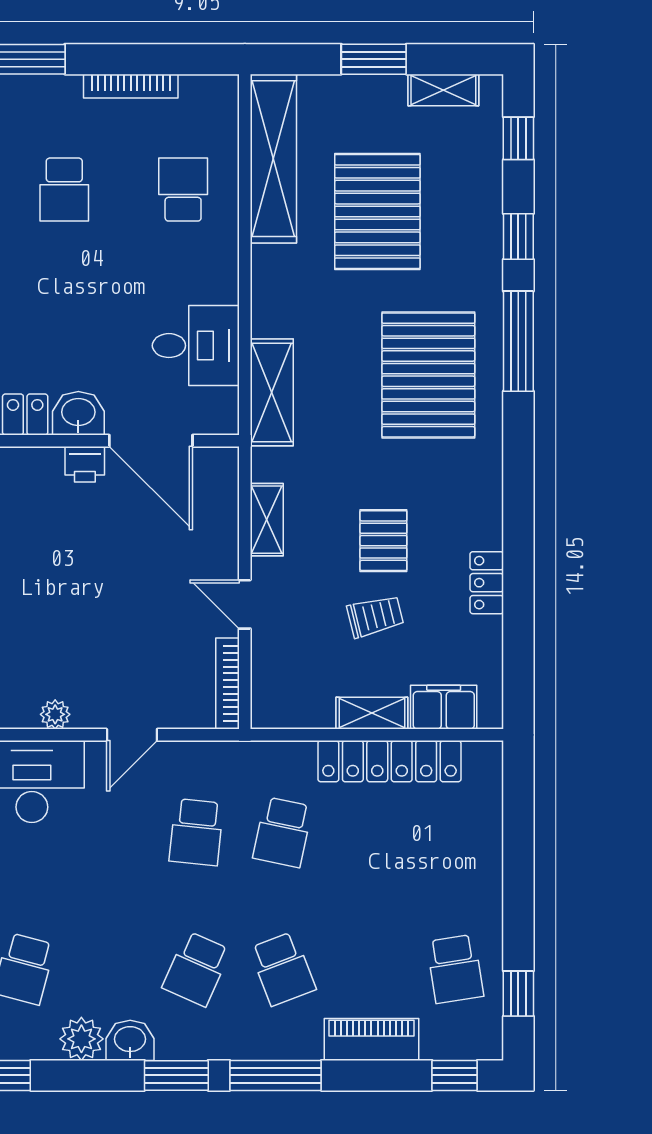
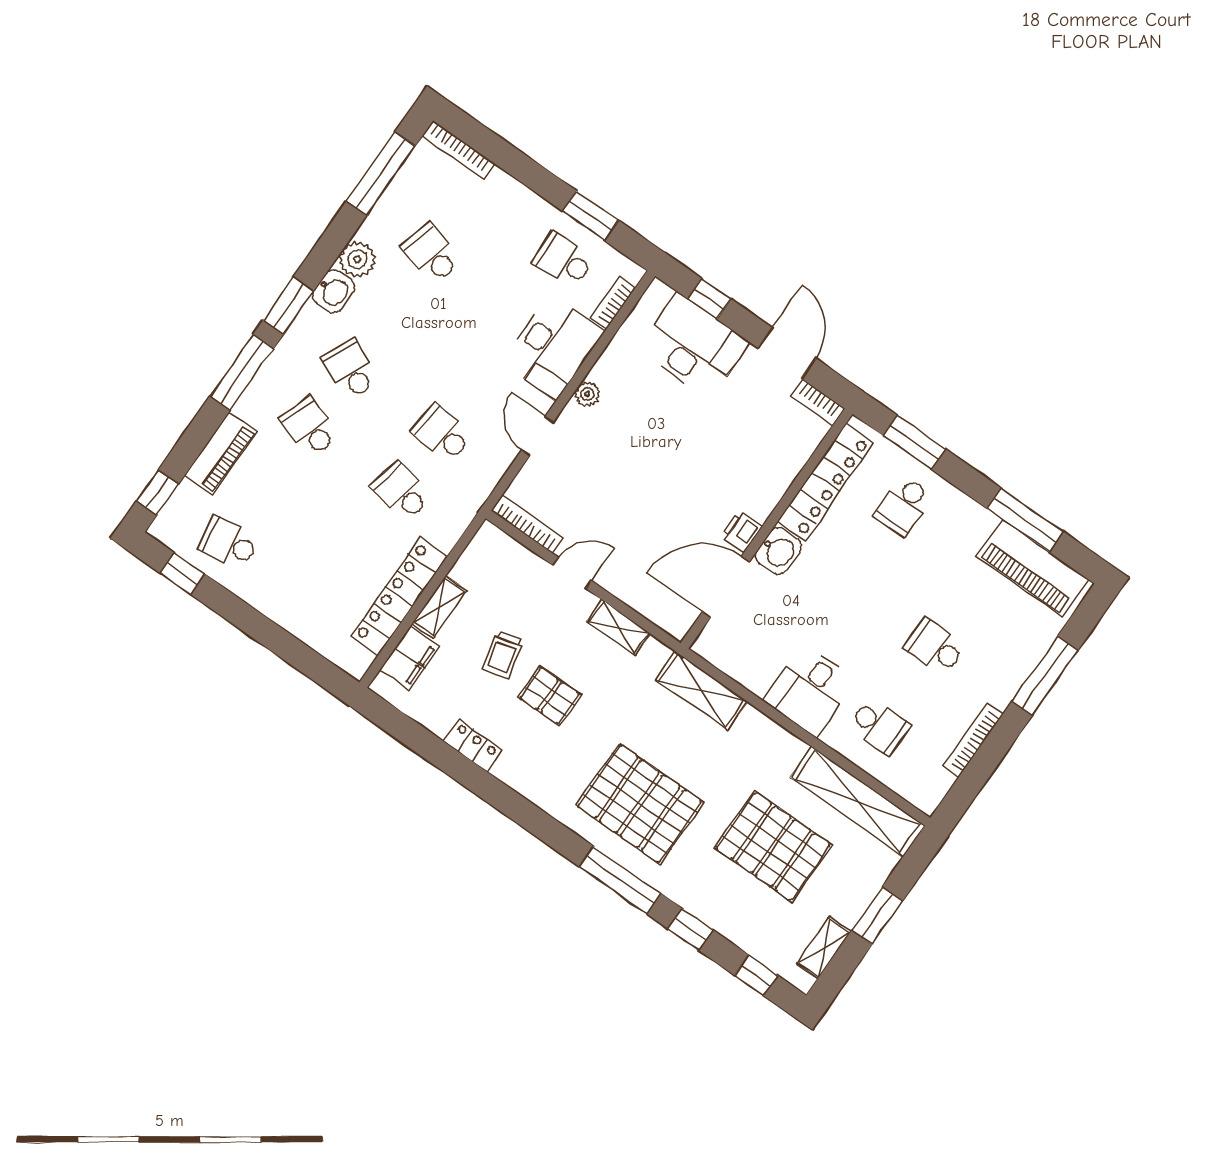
desk: (196, 346) -> (810, 690), moved
school desk: (283, 969) -> (310, 427), turned 39

